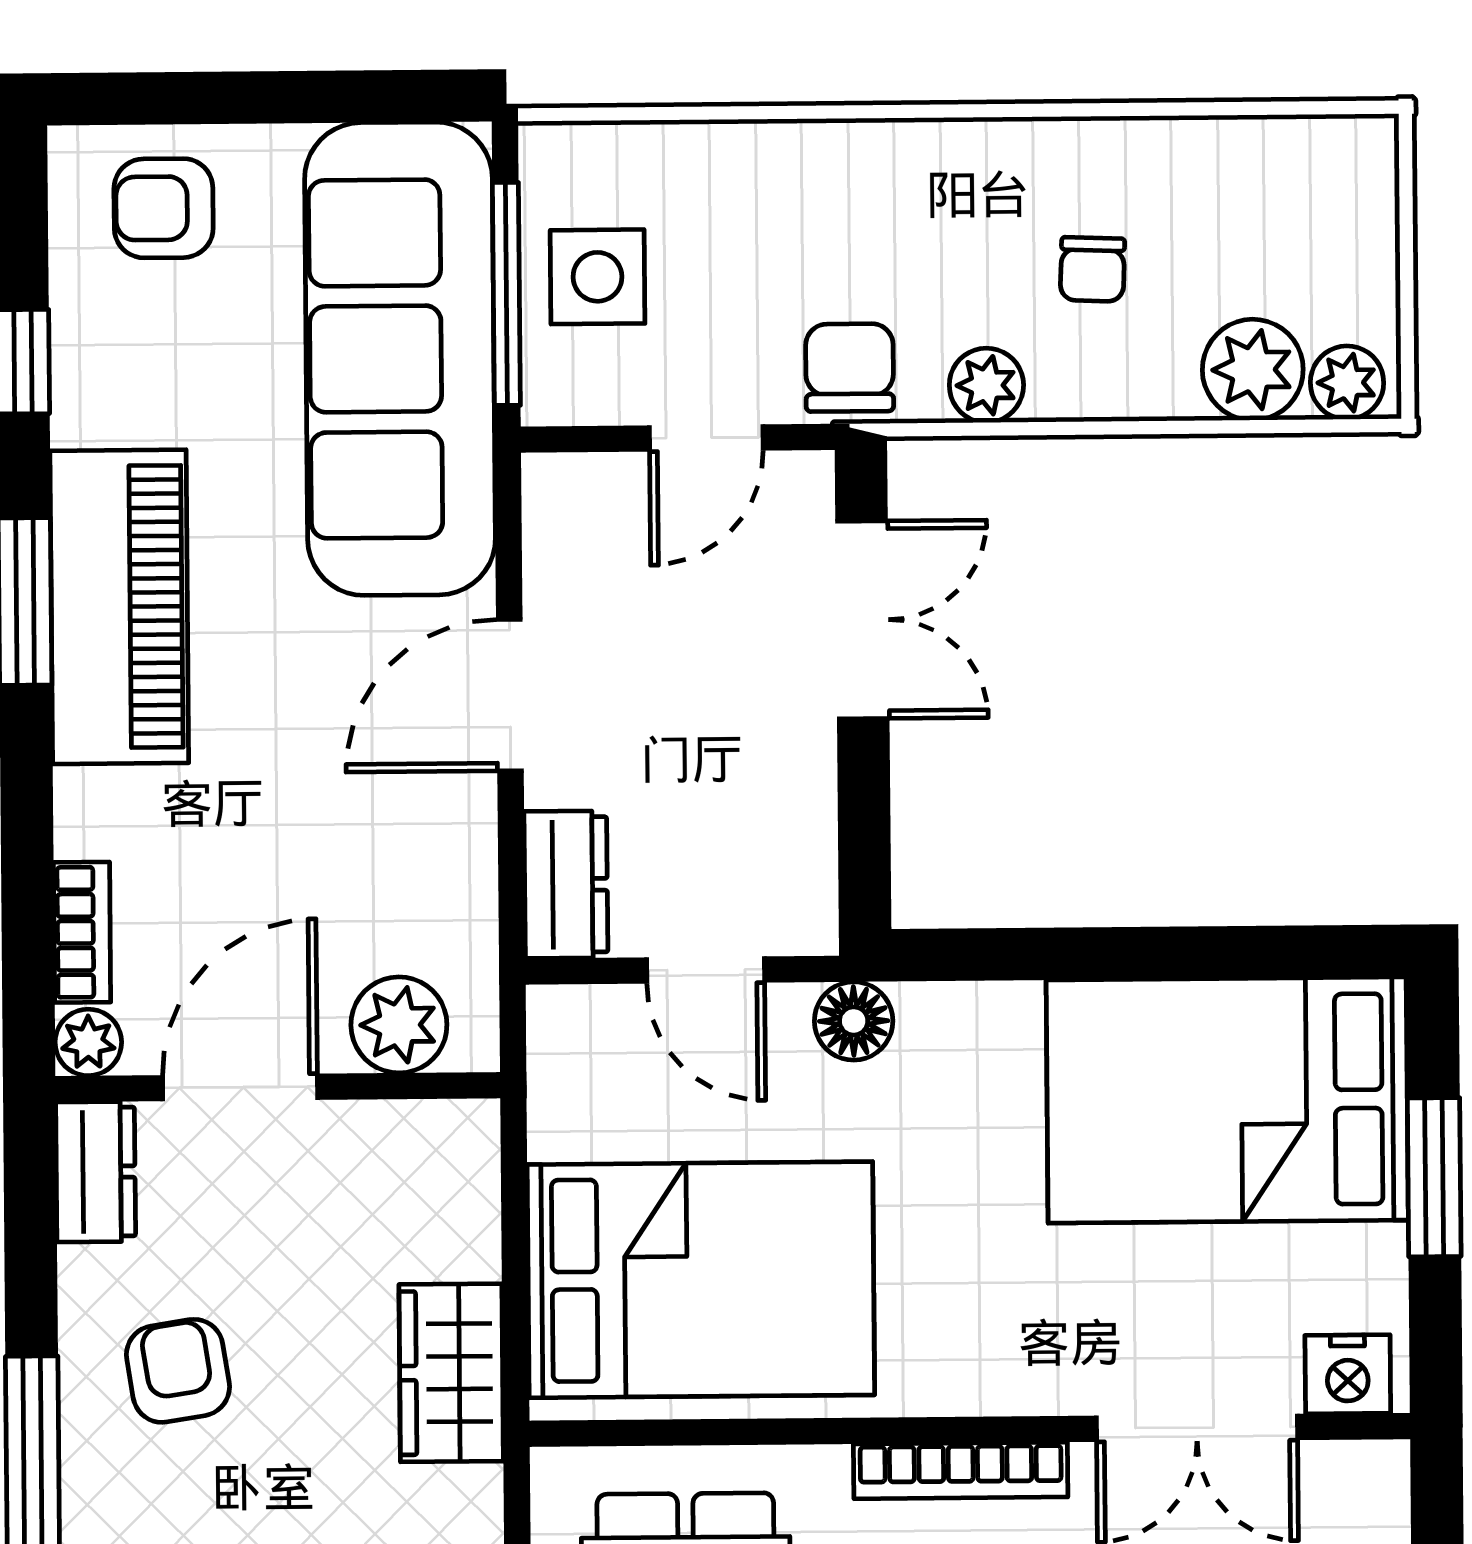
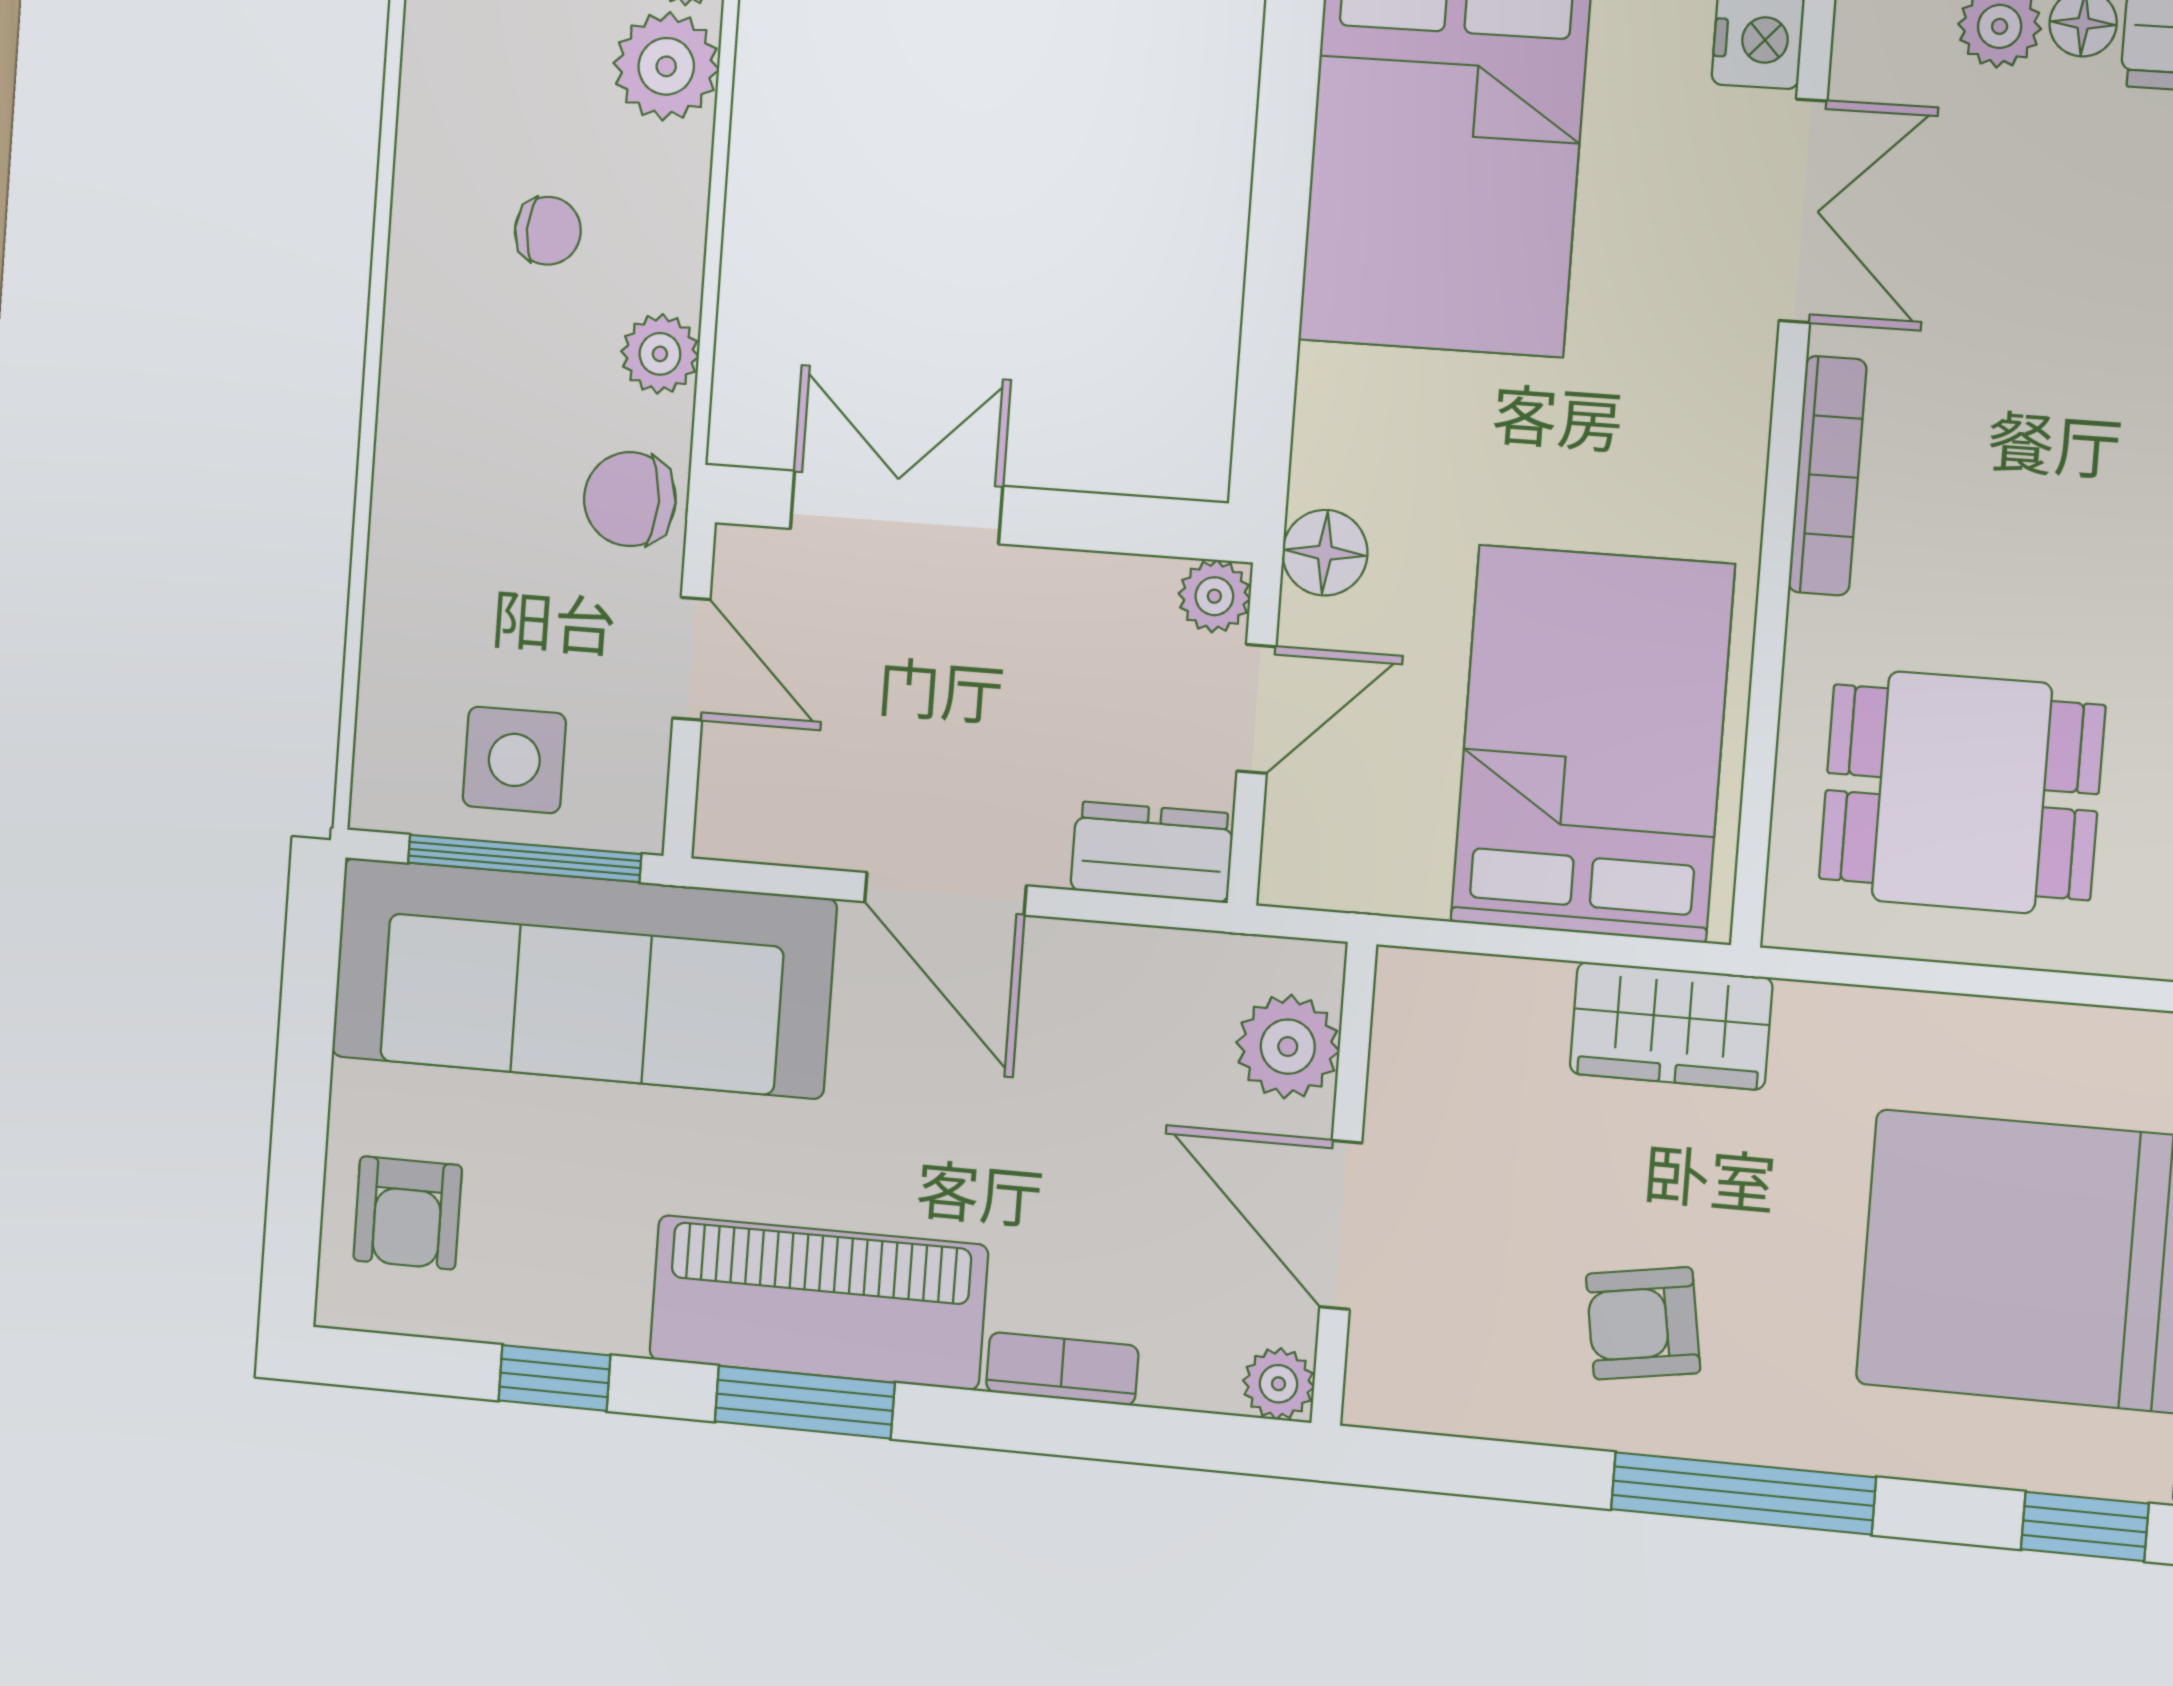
plant: (805, 923) -> (1214, 596), added
bookcase: (82, 932) -> (1062, 1369), moved
dresser: (96, 1172) -> (1419, 1390), removed

